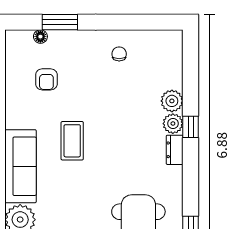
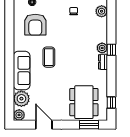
armchair: (46, 79) -> (35, 25), width x1.88, depth x1.88
plant: (172, 101) -> (102, 11), moved

